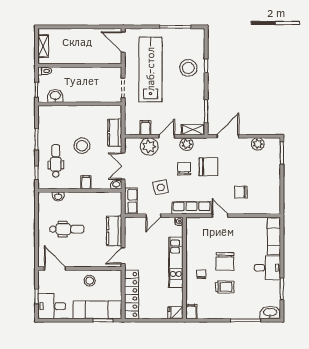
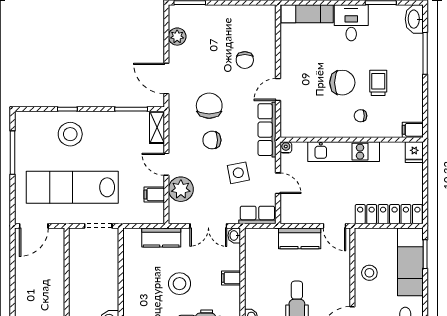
plant: (187, 144) -> (177, 137), removed

